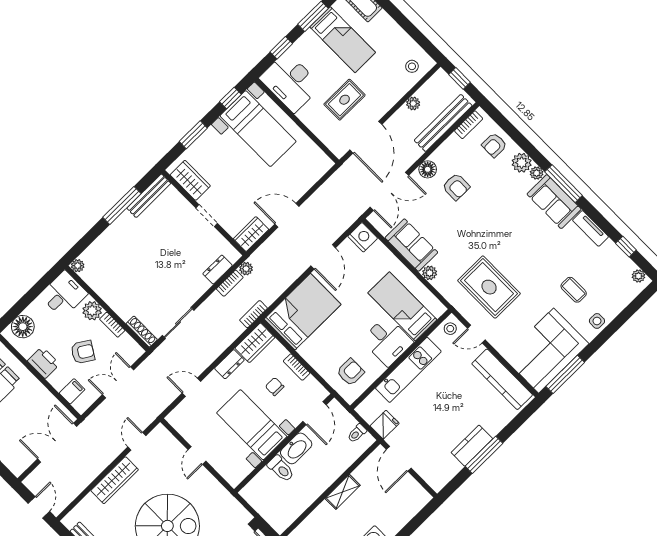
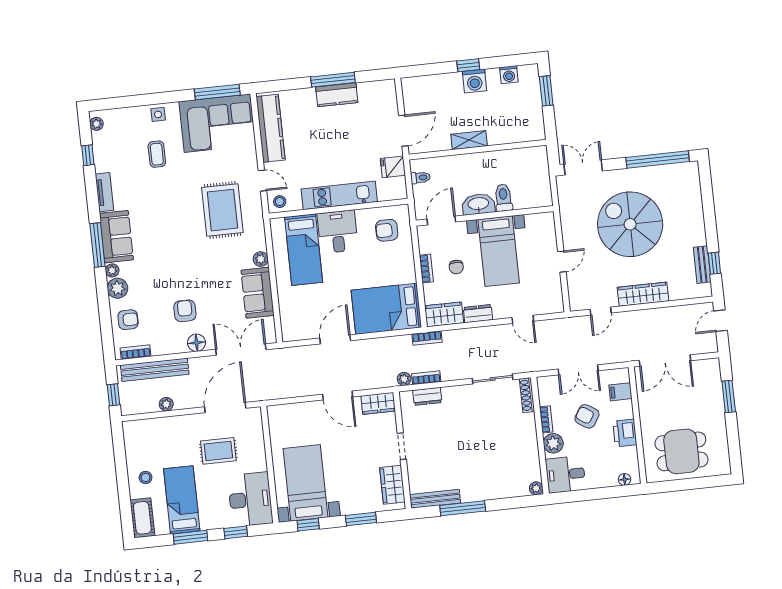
stool: (412, 66) -> (146, 477), moved
nightstand: (363, 237) -> (291, 330), removed
floor lamp: (23, 327) -> (624, 479), width x0.53, depth x0.53

